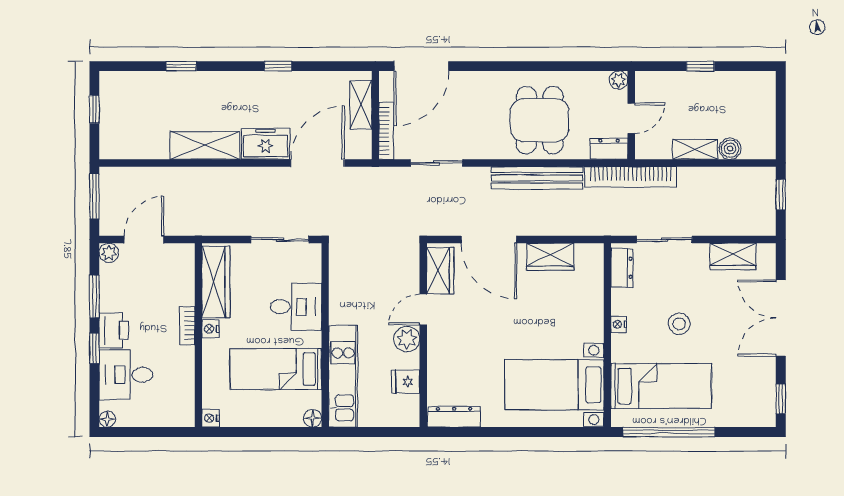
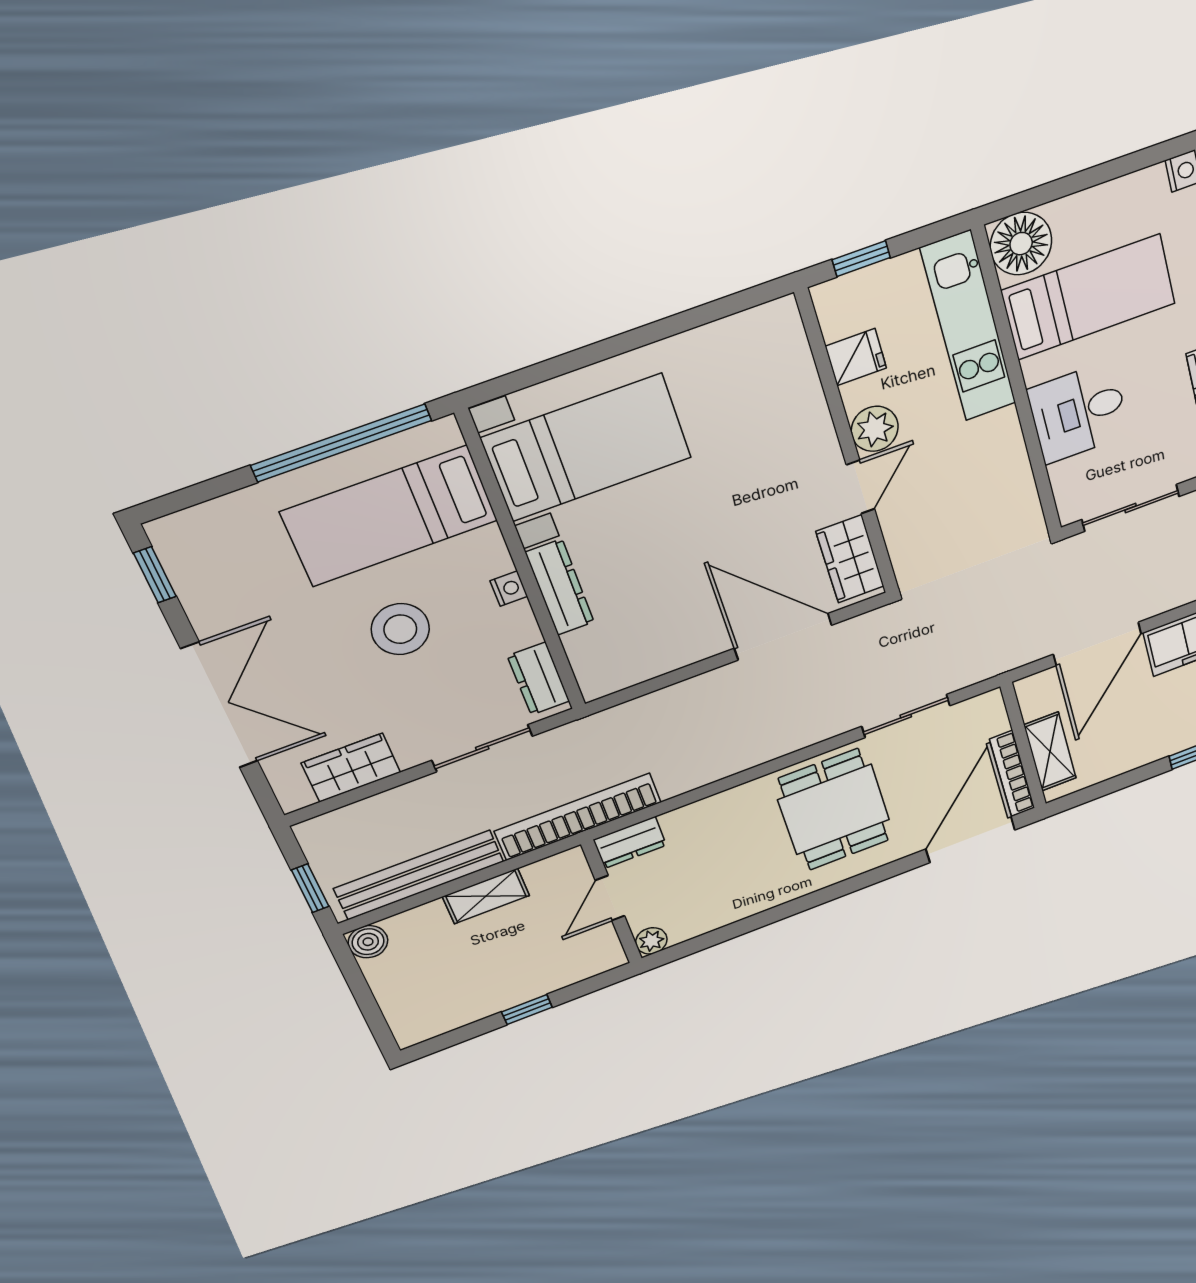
dining table: (540, 120) -> (834, 810), moved
bookcase: (386, 131) -> (1012, 774), moved
boiler: (730, 149) -> (368, 942), moved
bench: (537, 178) -> (419, 875), moved
wardrobe: (550, 257) -> (670, 649), removed
stool: (679, 324) -> (400, 629), width x1.38, depth x1.38
dresser: (454, 417) -> (560, 587), moved, turned -90
floor lamp: (313, 418) -> (1021, 244), width x1.89, depth x1.89
window: (388, 432) -> (861, 259), added

